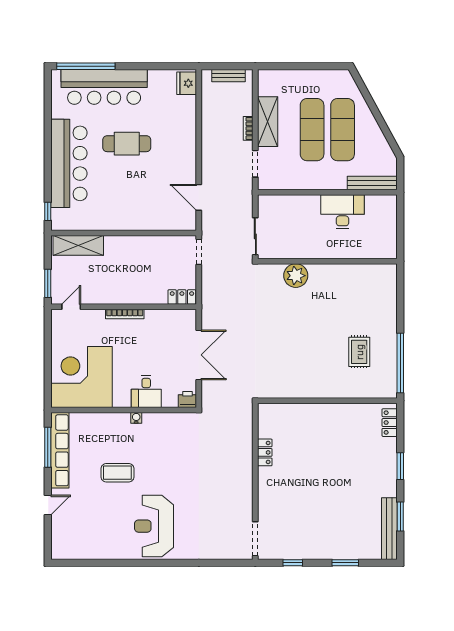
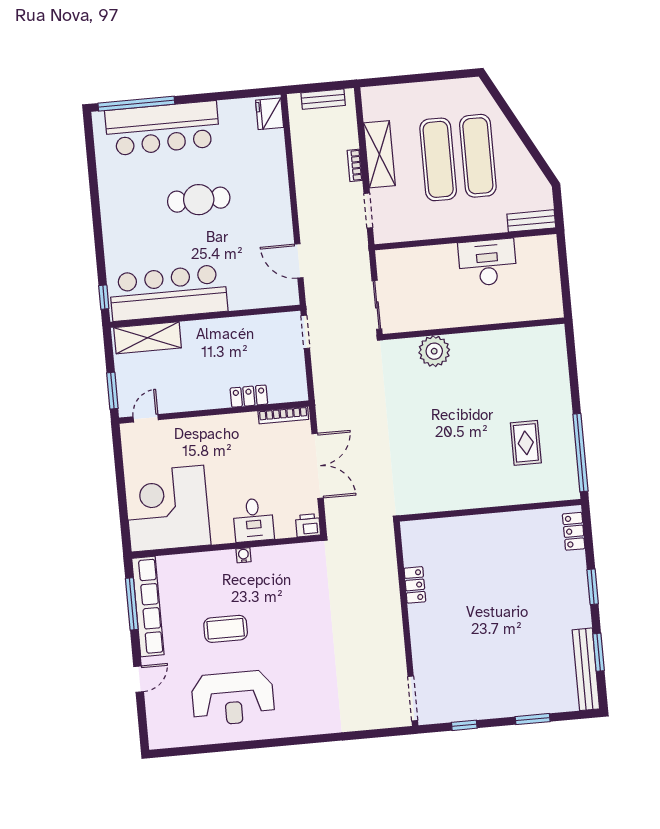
bar counter: (69, 163) -> (168, 293), moved, turned -90
bench: (372, 183) -> (531, 221), width x0.73
locker: (182, 297) -> (249, 396), moved
bookcase: (125, 314) -> (283, 415), moved
reception desk: (154, 526) -> (233, 698), moved, turned -90

